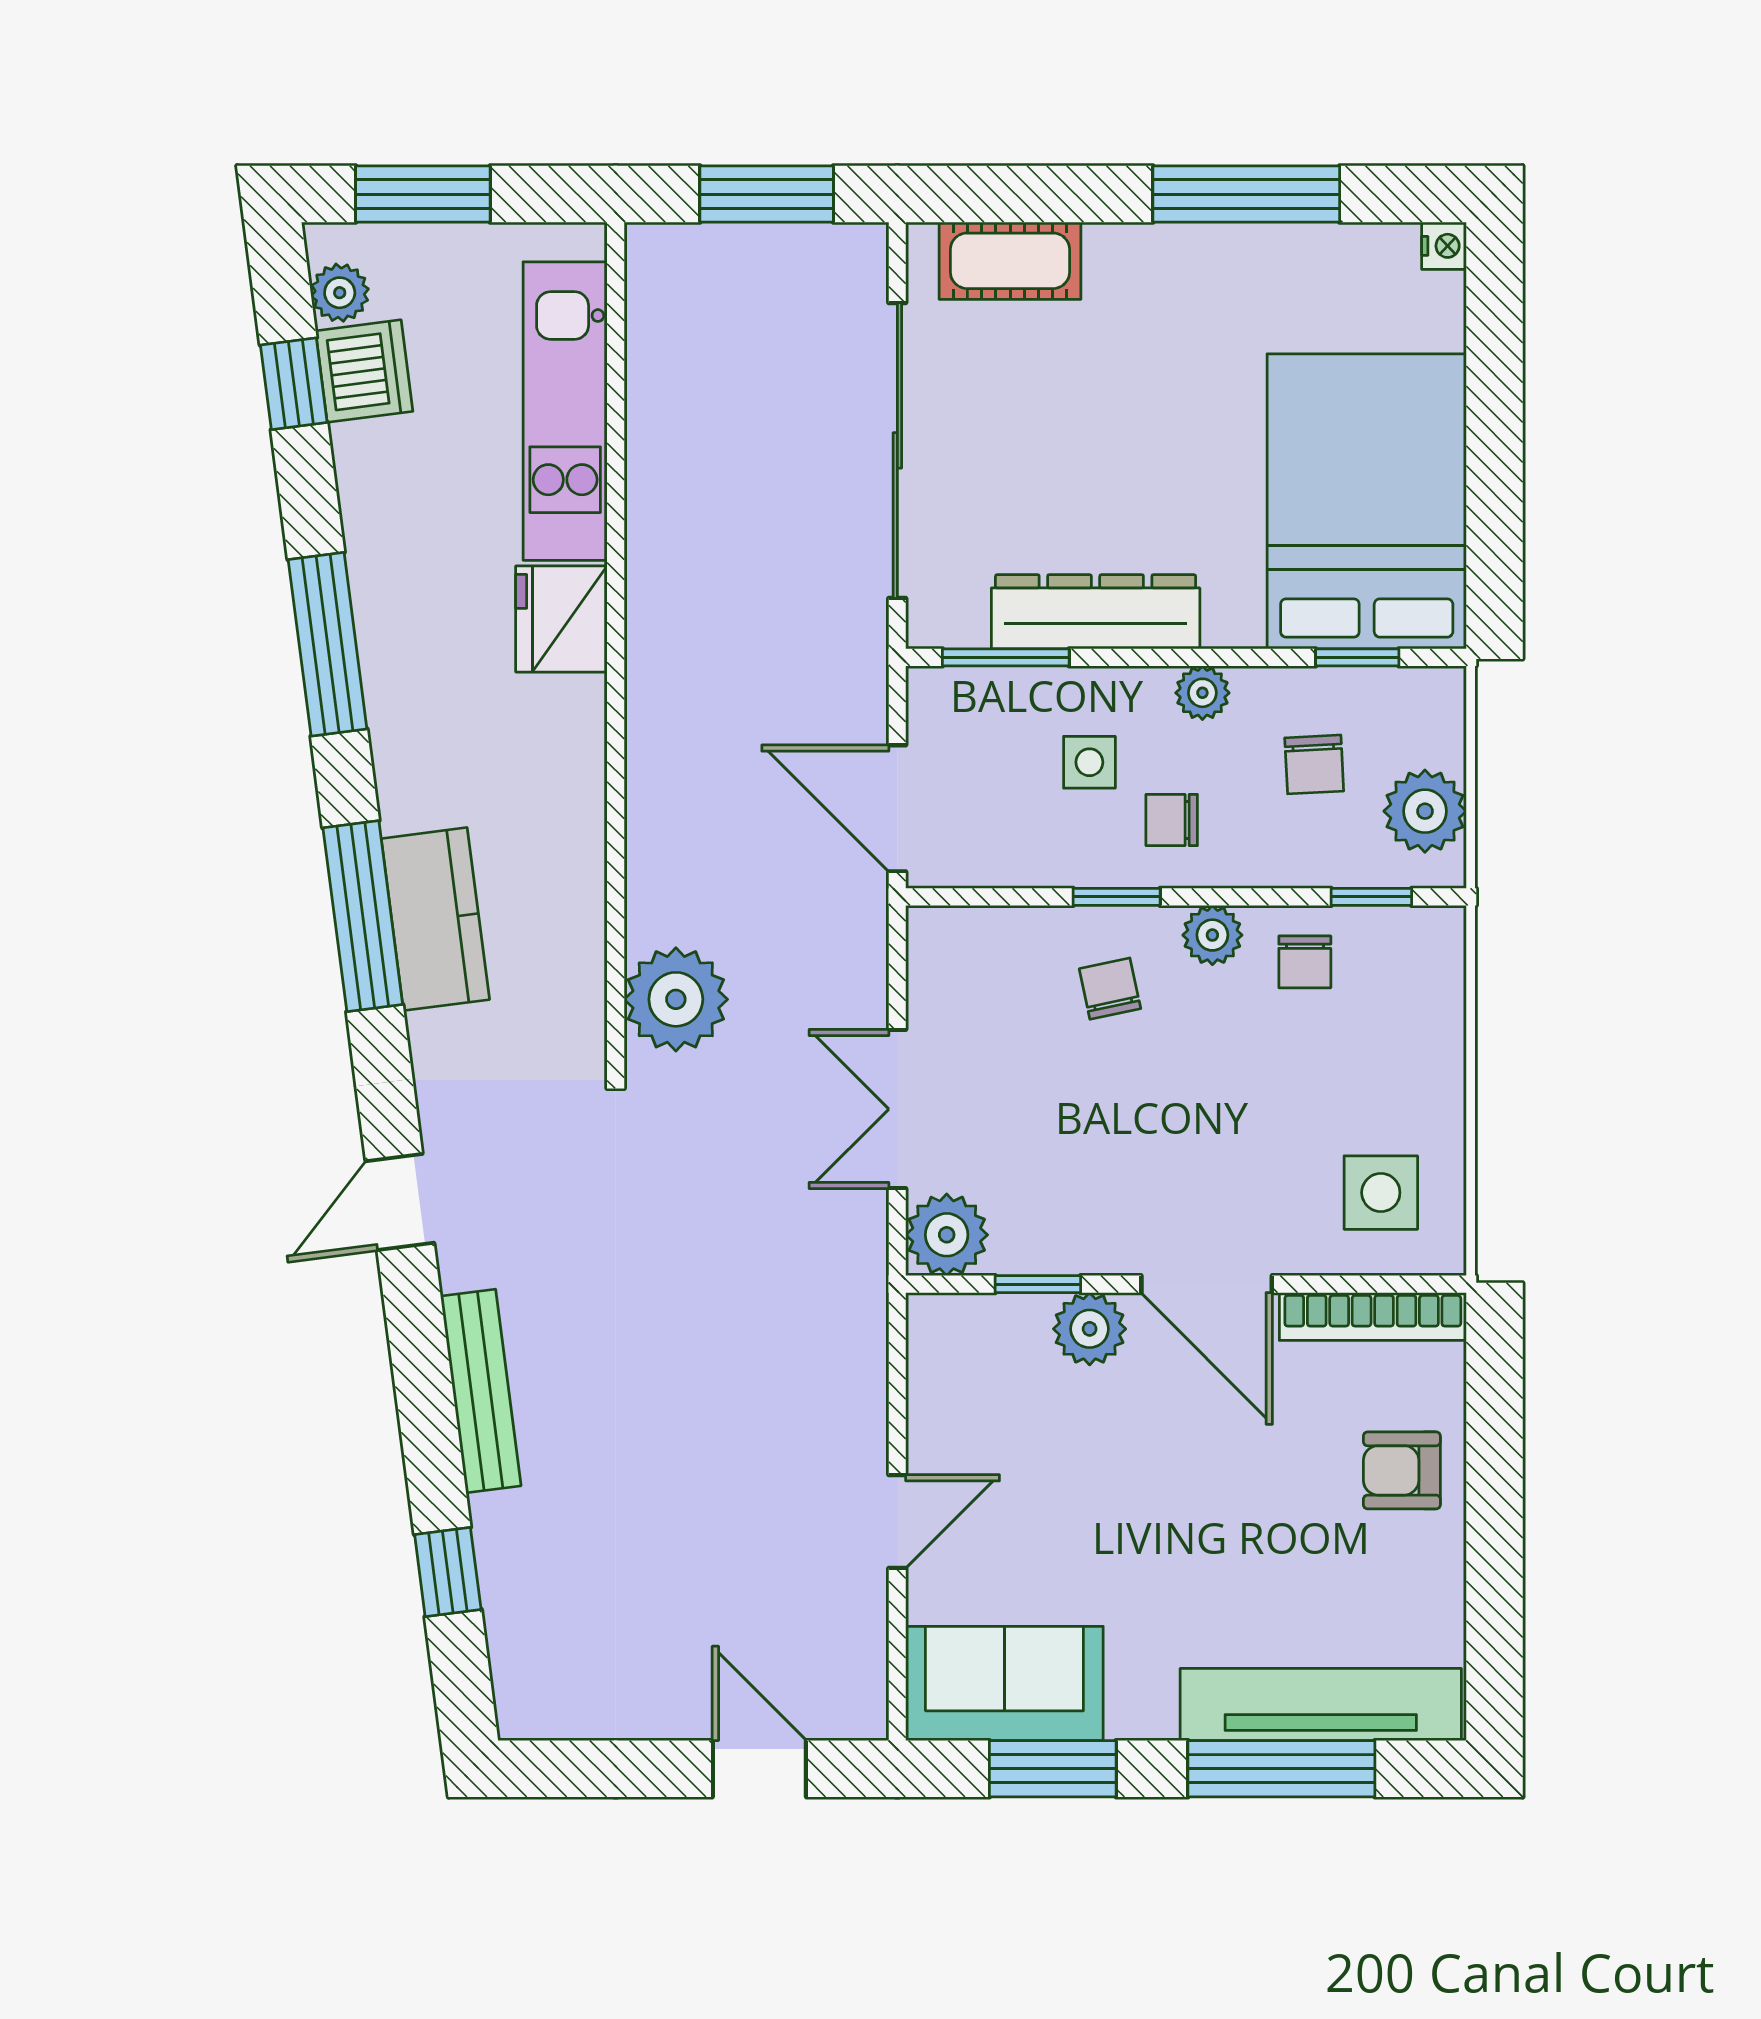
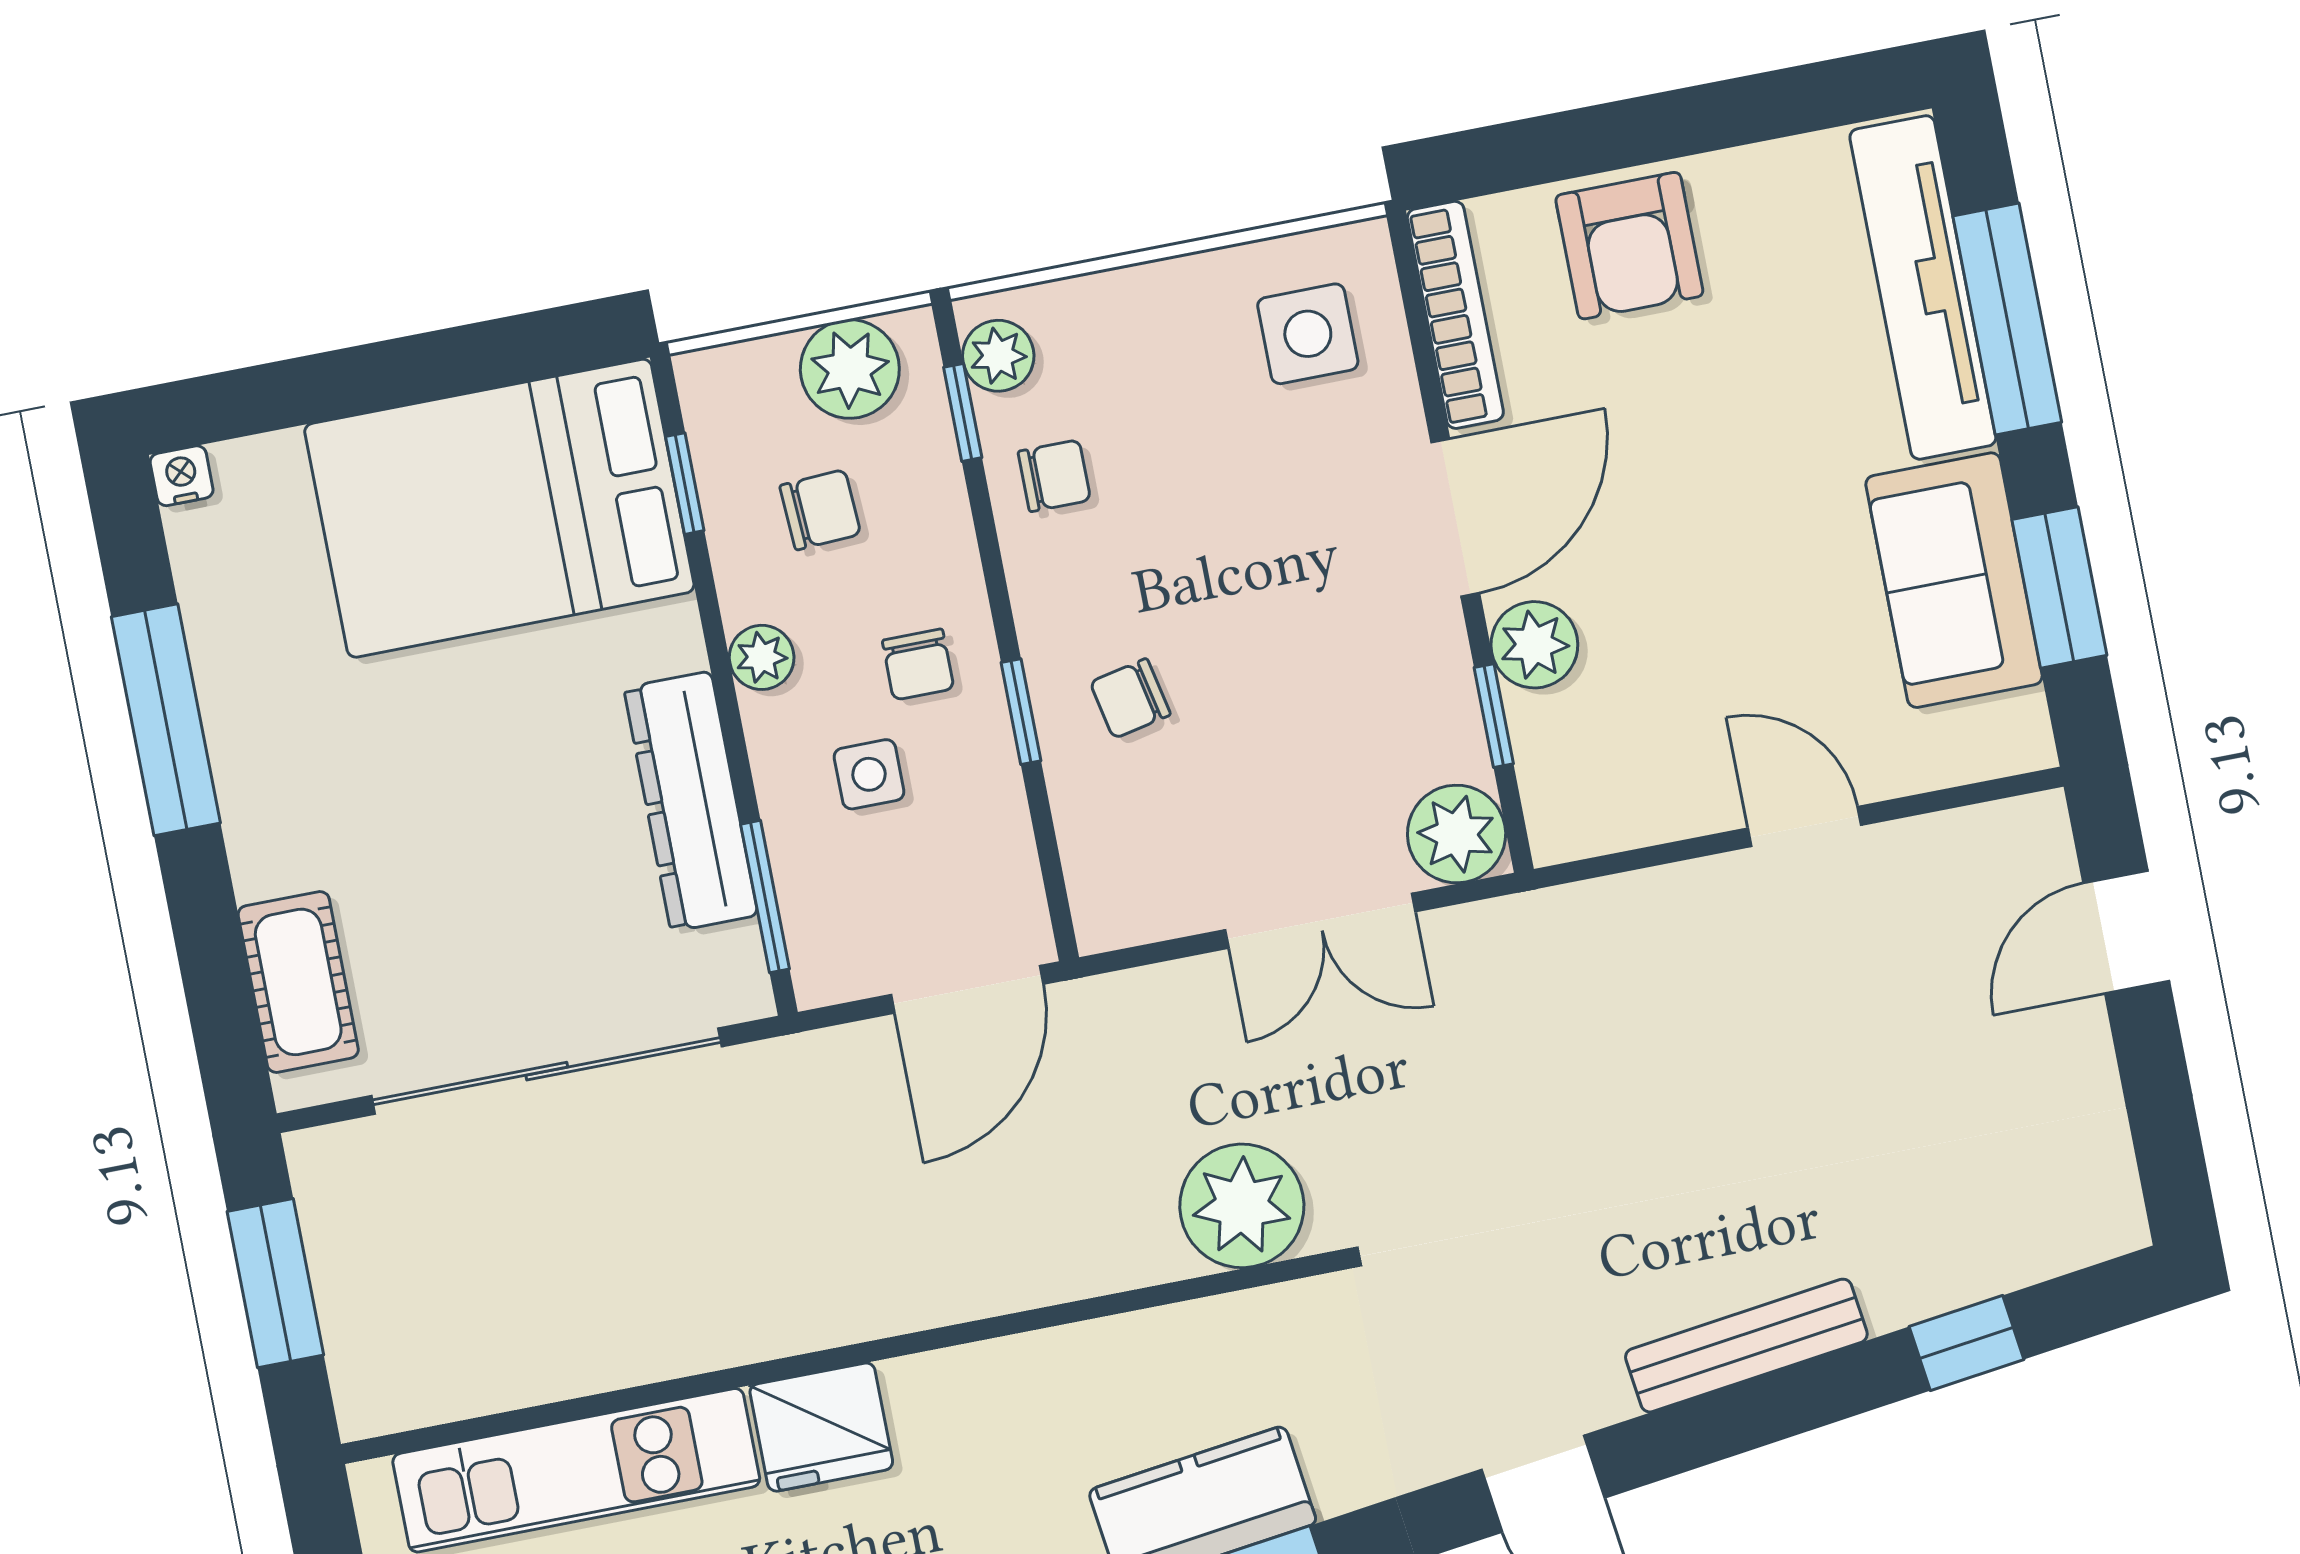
plant: (1212, 935) -> (998, 356), moved
armchair: (1402, 1470) -> (1629, 246), width x1.38, depth x1.38
sofa: (1004, 1683) -> (1954, 580), moved

